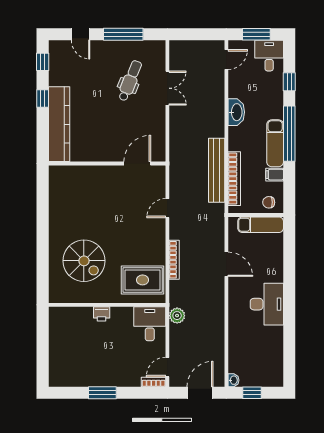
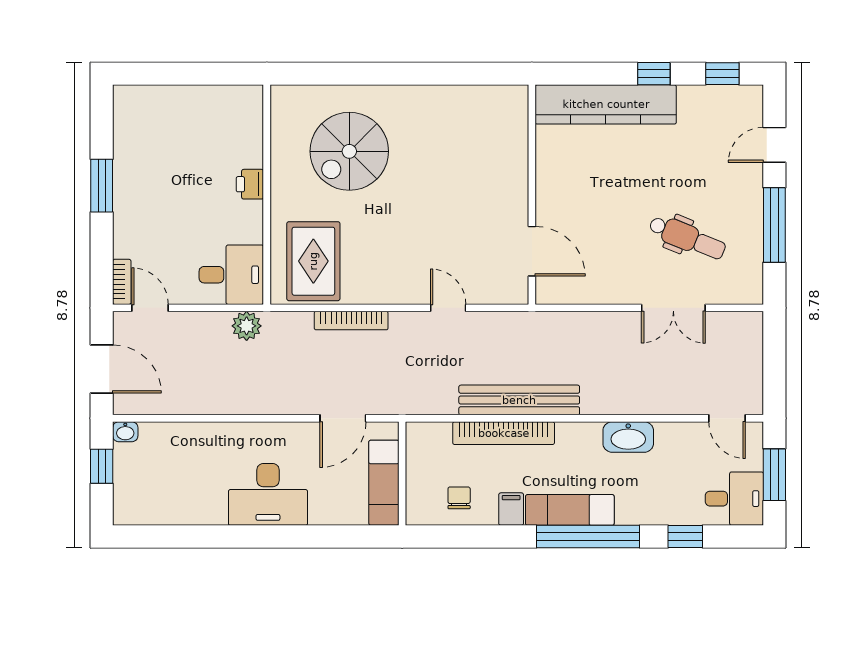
wall: (256, 215) -> (402, 474), moved
exam couch: (261, 225) -> (384, 483), moved

